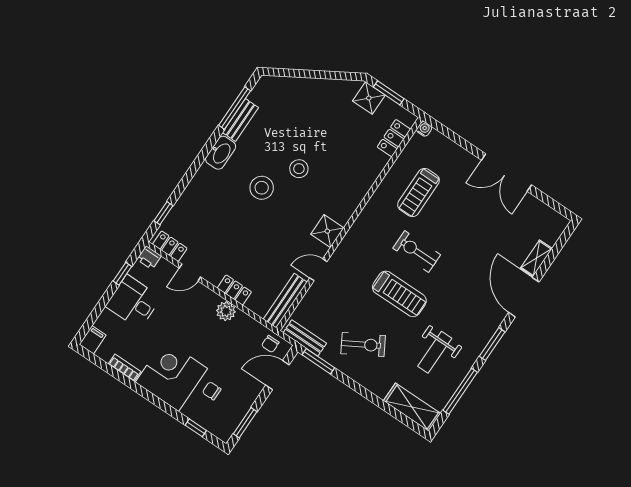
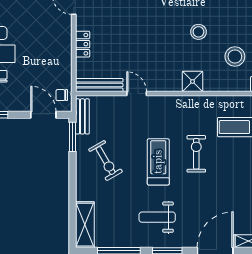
stool: (262, 188) -> (235, 57), moved
shower: (327, 231) -> (192, 81), moved
treadmill: (399, 294) -> (158, 162), turned 180
plant: (226, 311) -> (64, 48), removed
weight bench: (435, 352) -> (157, 217), moved

